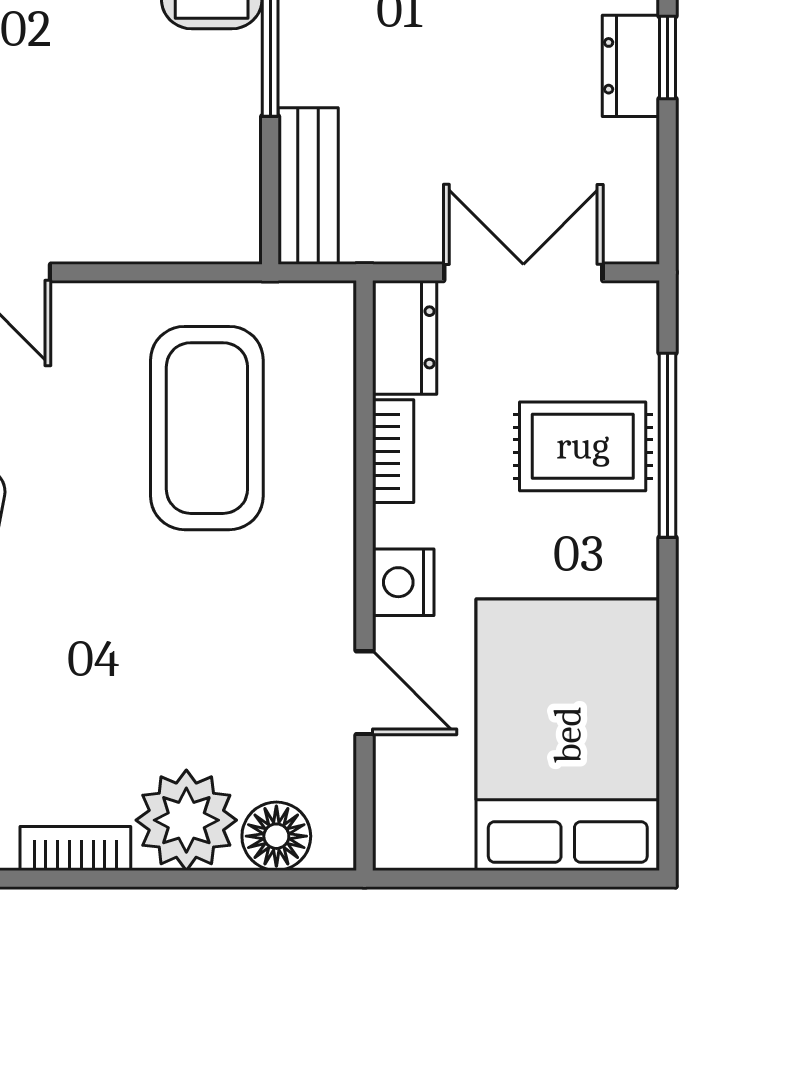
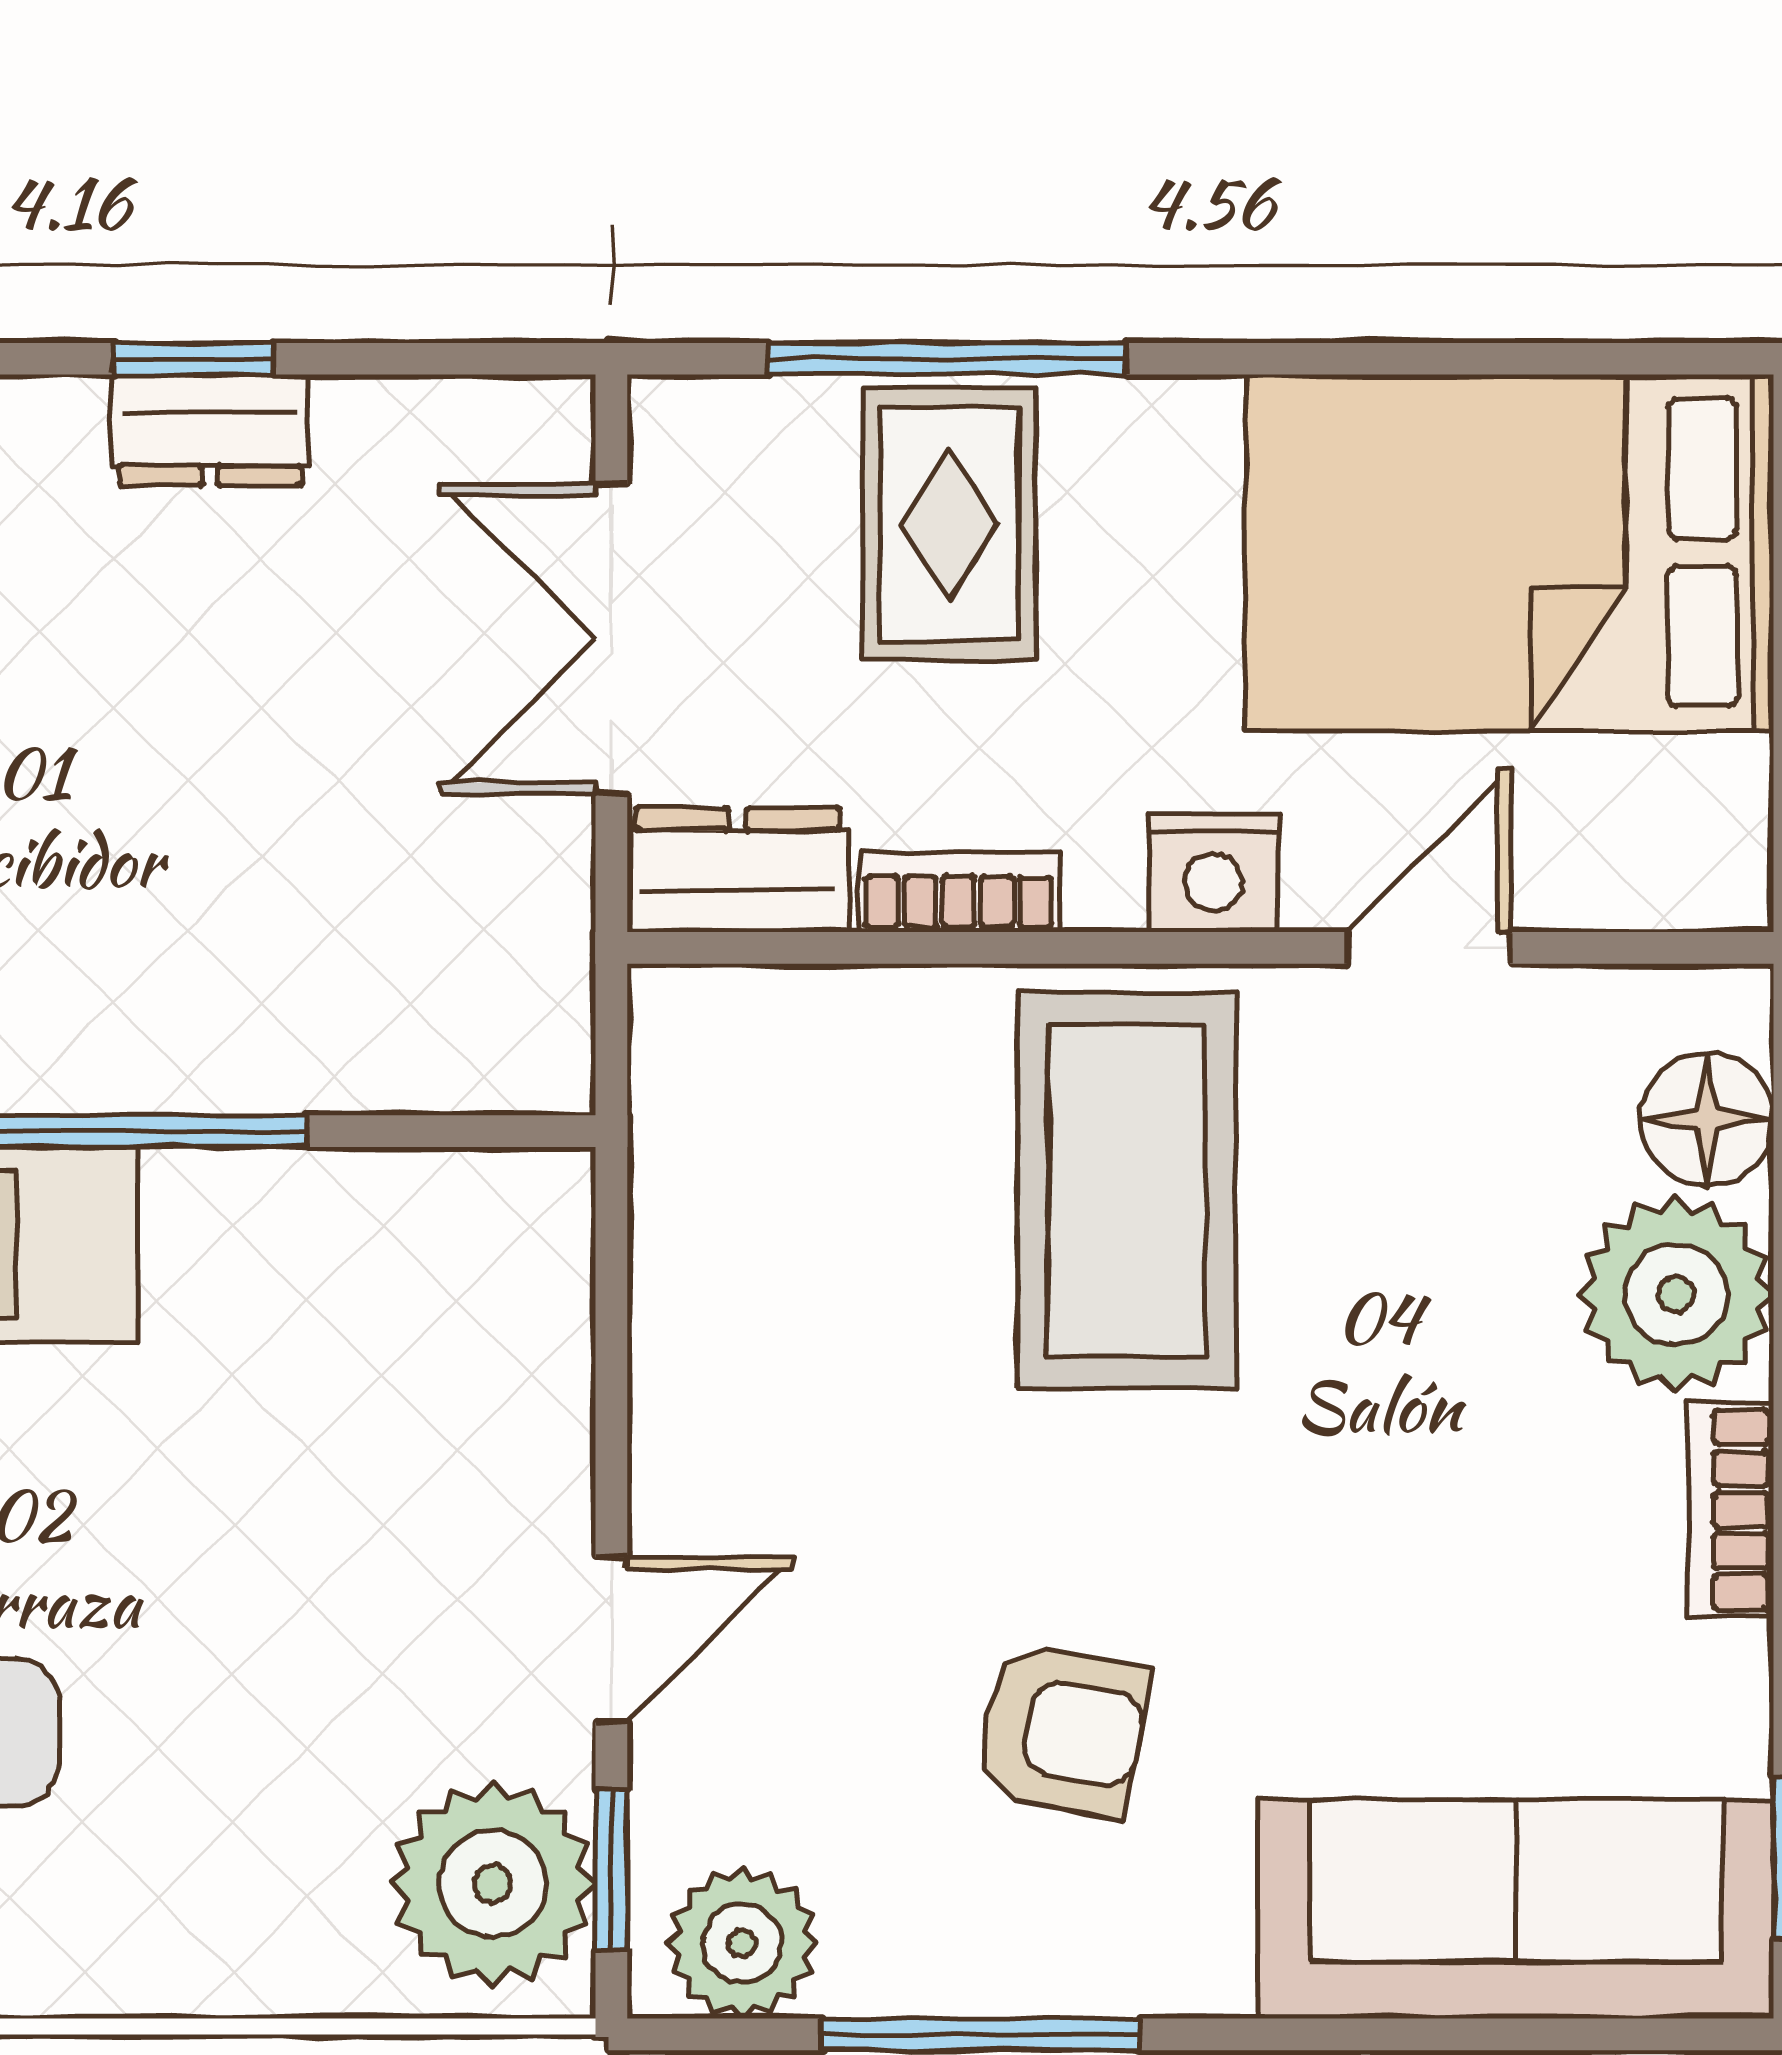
bench: (308, 186) -> (443, 1057), removed
coffee table: (207, 428) -> (1127, 1190), moved, turned 90

